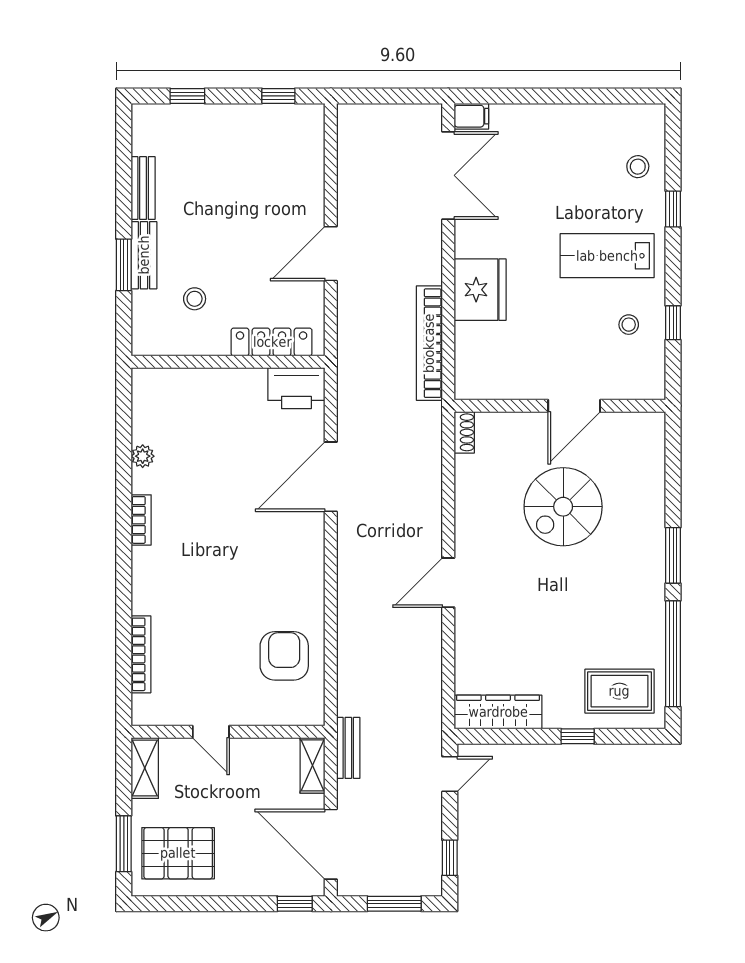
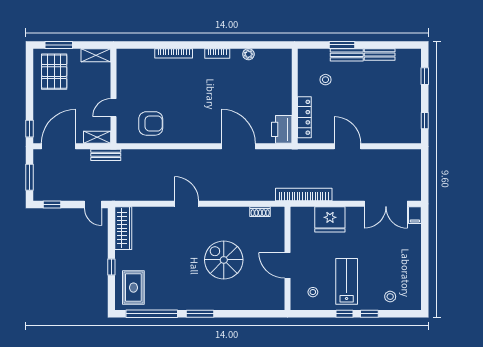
window: (673, 323) -> (345, 314), moved
wall: (560, 406) -> (287, 258), moved
door: (574, 406) -> (287, 265), moved
bookcase: (141, 654) -> (174, 53), moved
door: (211, 732) -> (114, 108), moved

